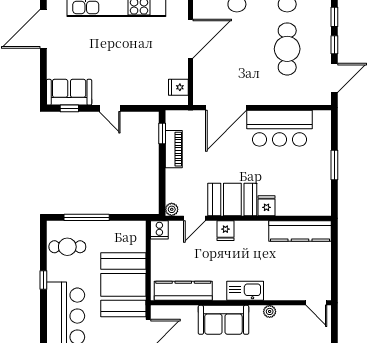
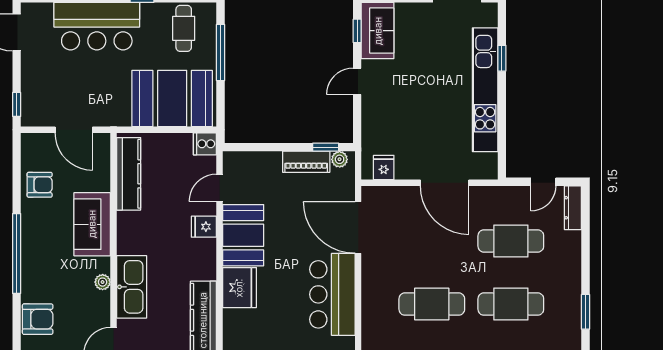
fridge: (266, 206) -> (239, 288), width x1.88, depth x1.34
plant: (172, 209) -> (340, 159), moved
door: (194, 218) -> (219, 188), hinge flipped
booth: (123, 285) -> (172, 99), moved
kitchen sink: (245, 291) -> (132, 287), moved, width x1.36, depth x1.24

